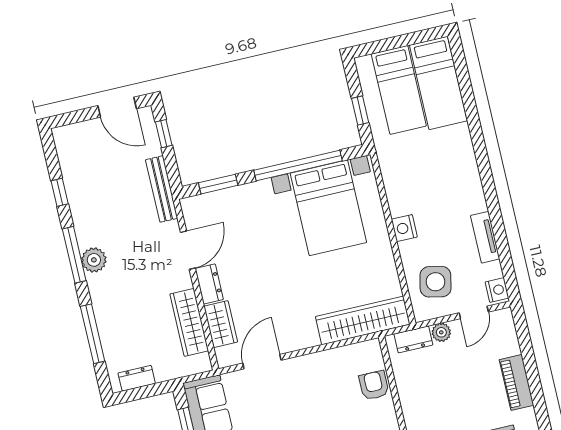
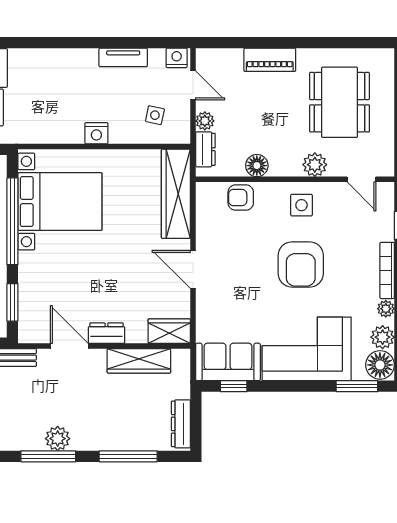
side table: (435, 282) -> (155, 115), width x0.54, depth x0.54
wardrobe: (221, 324) -> (169, 331), moved
door: (262, 362) -> (193, 269), moved
dresser: (137, 378) -> (181, 424), width x1.44
floor lamp: (409, 394) -> (257, 166), added

